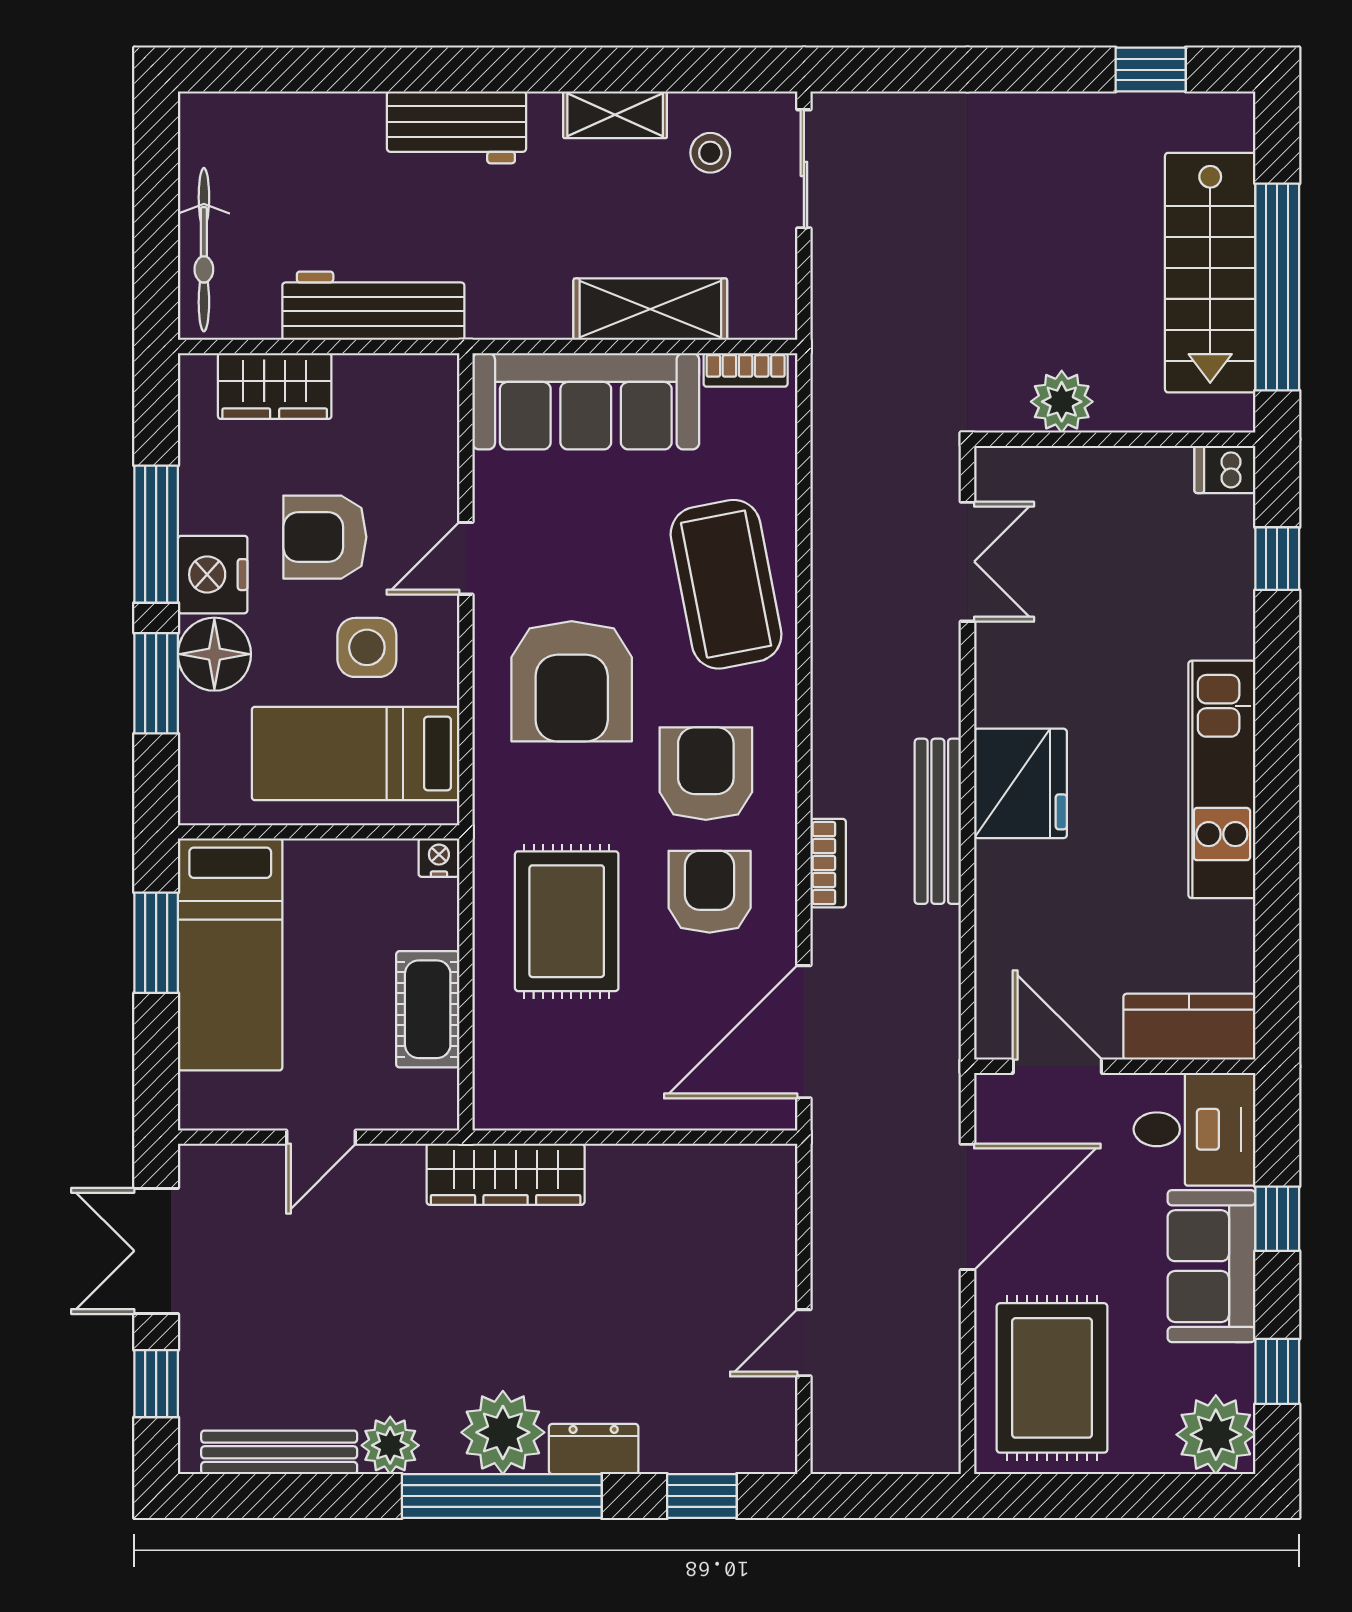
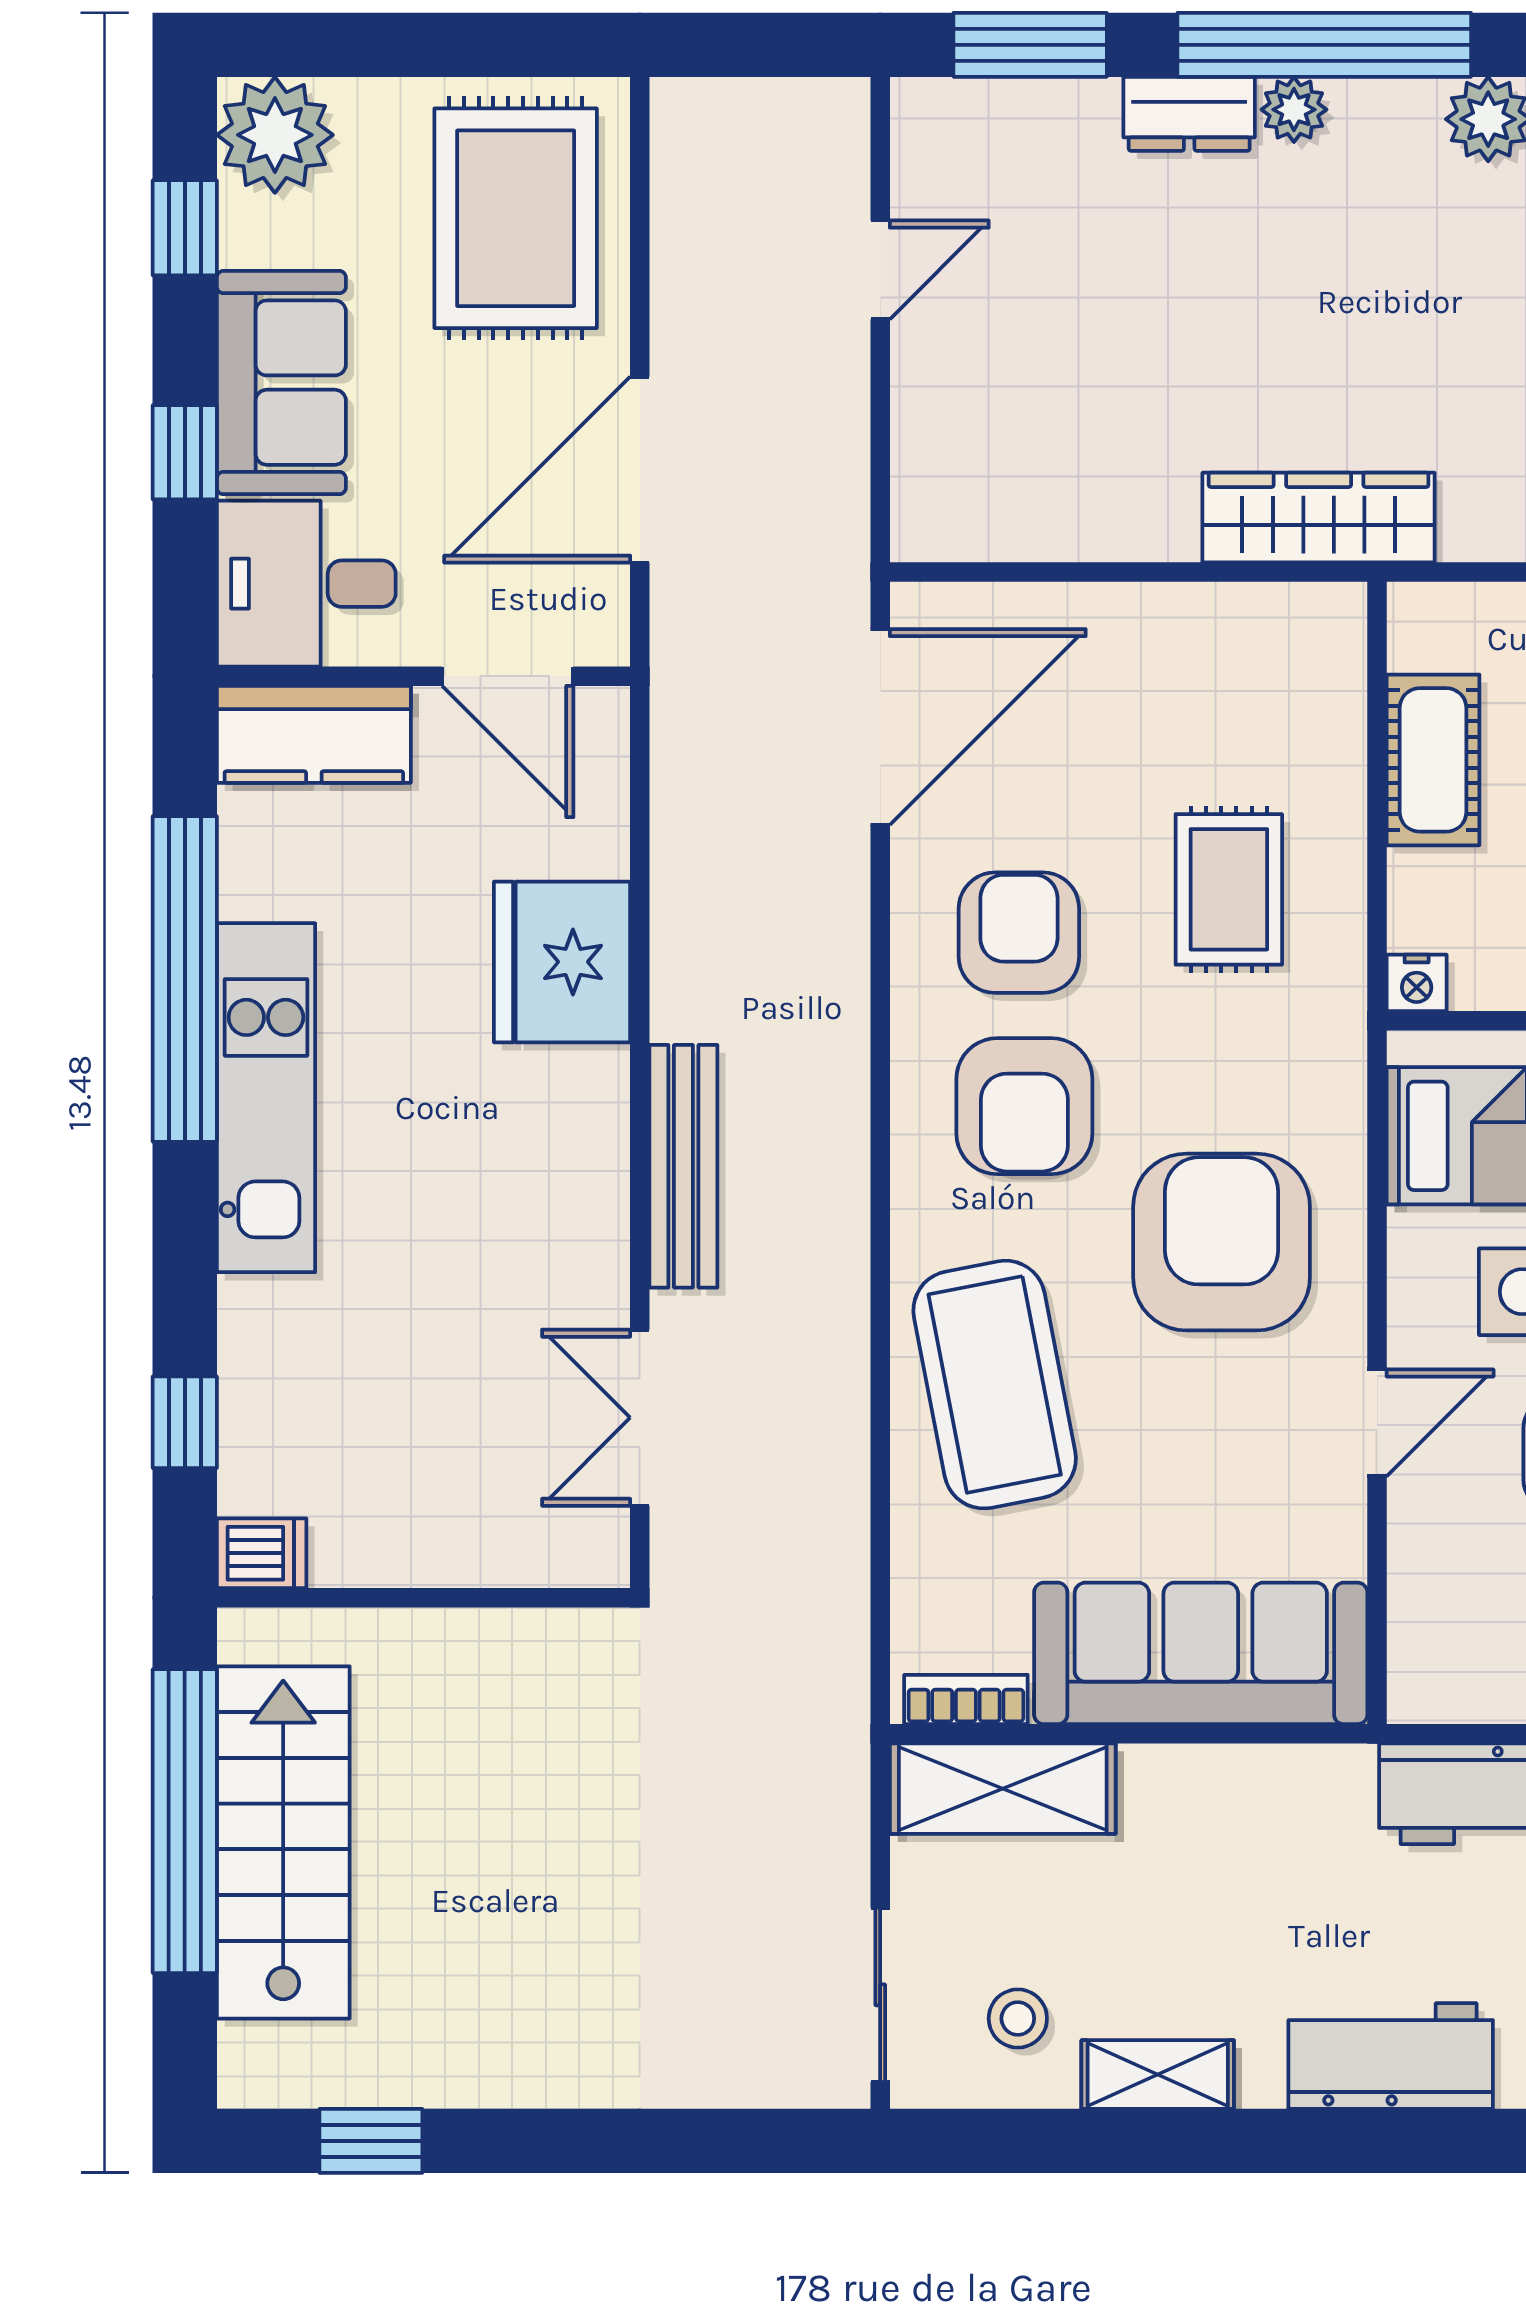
shelving: (650, 309) -> (1003, 1789), moved
plant: (1062, 402) -> (501, 1653), removed
fridge: (1020, 783) -> (562, 962), moved
bench: (938, 821) -> (683, 1166), moved
window: (1277, 860) -> (185, 979), added
bookcase: (828, 863) -> (845, 975), removed
armchair: (710, 892) -> (1019, 933), turned 180
rug: (567, 921) -> (1229, 889), width x0.73, depth x0.70
plant: (503, 1432) -> (1294, 110), width x0.53, depth x0.53
window: (702, 1496) -> (1030, 45), width x1.50

